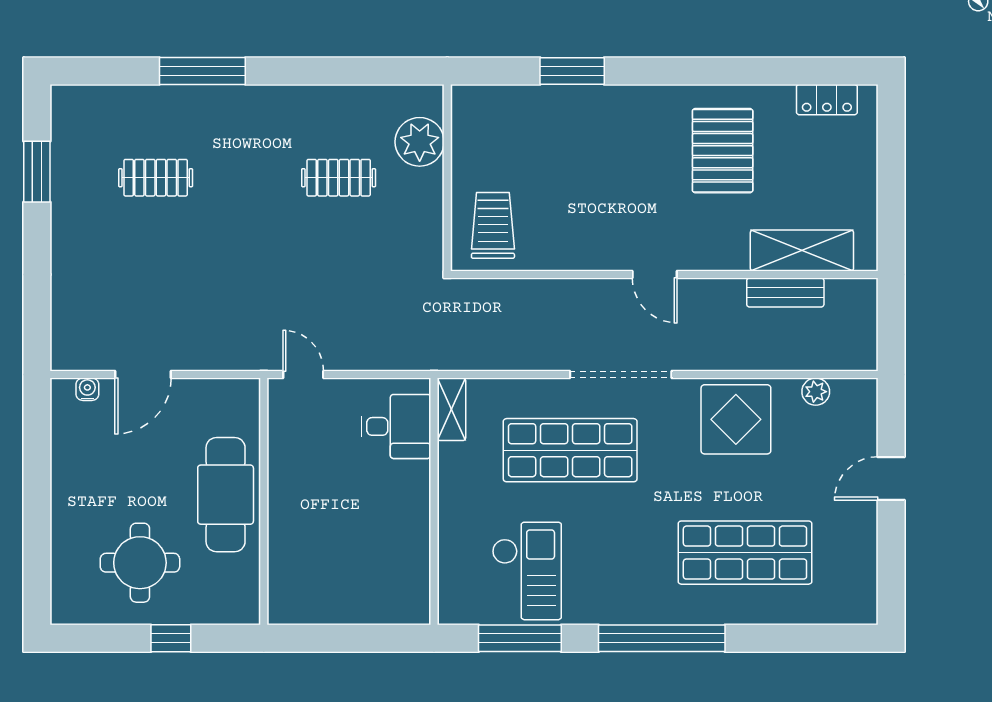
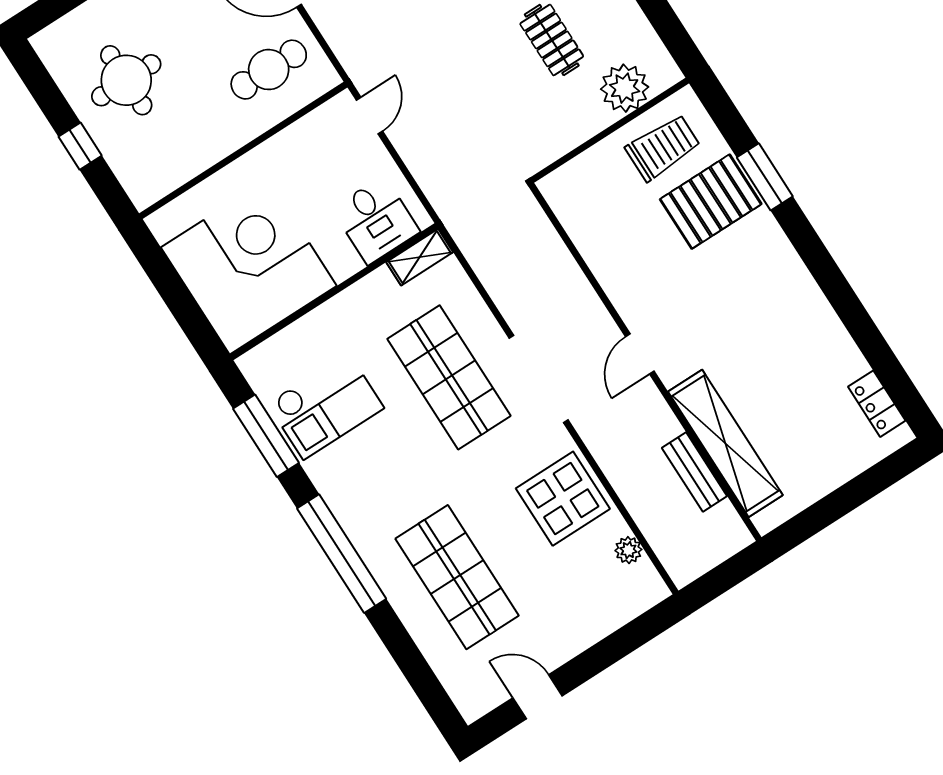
pallet: (723, 151) -> (711, 202), moved
trolley: (493, 225) -> (663, 148), moved
shelving: (802, 250) -> (725, 443), width x1.47
door: (891, 479) -> (537, 697), moved
cafe table: (226, 495) -> (269, 70), moved, width x0.73, depth x0.74
corner desk: (366, 560) -> (249, 267), added

